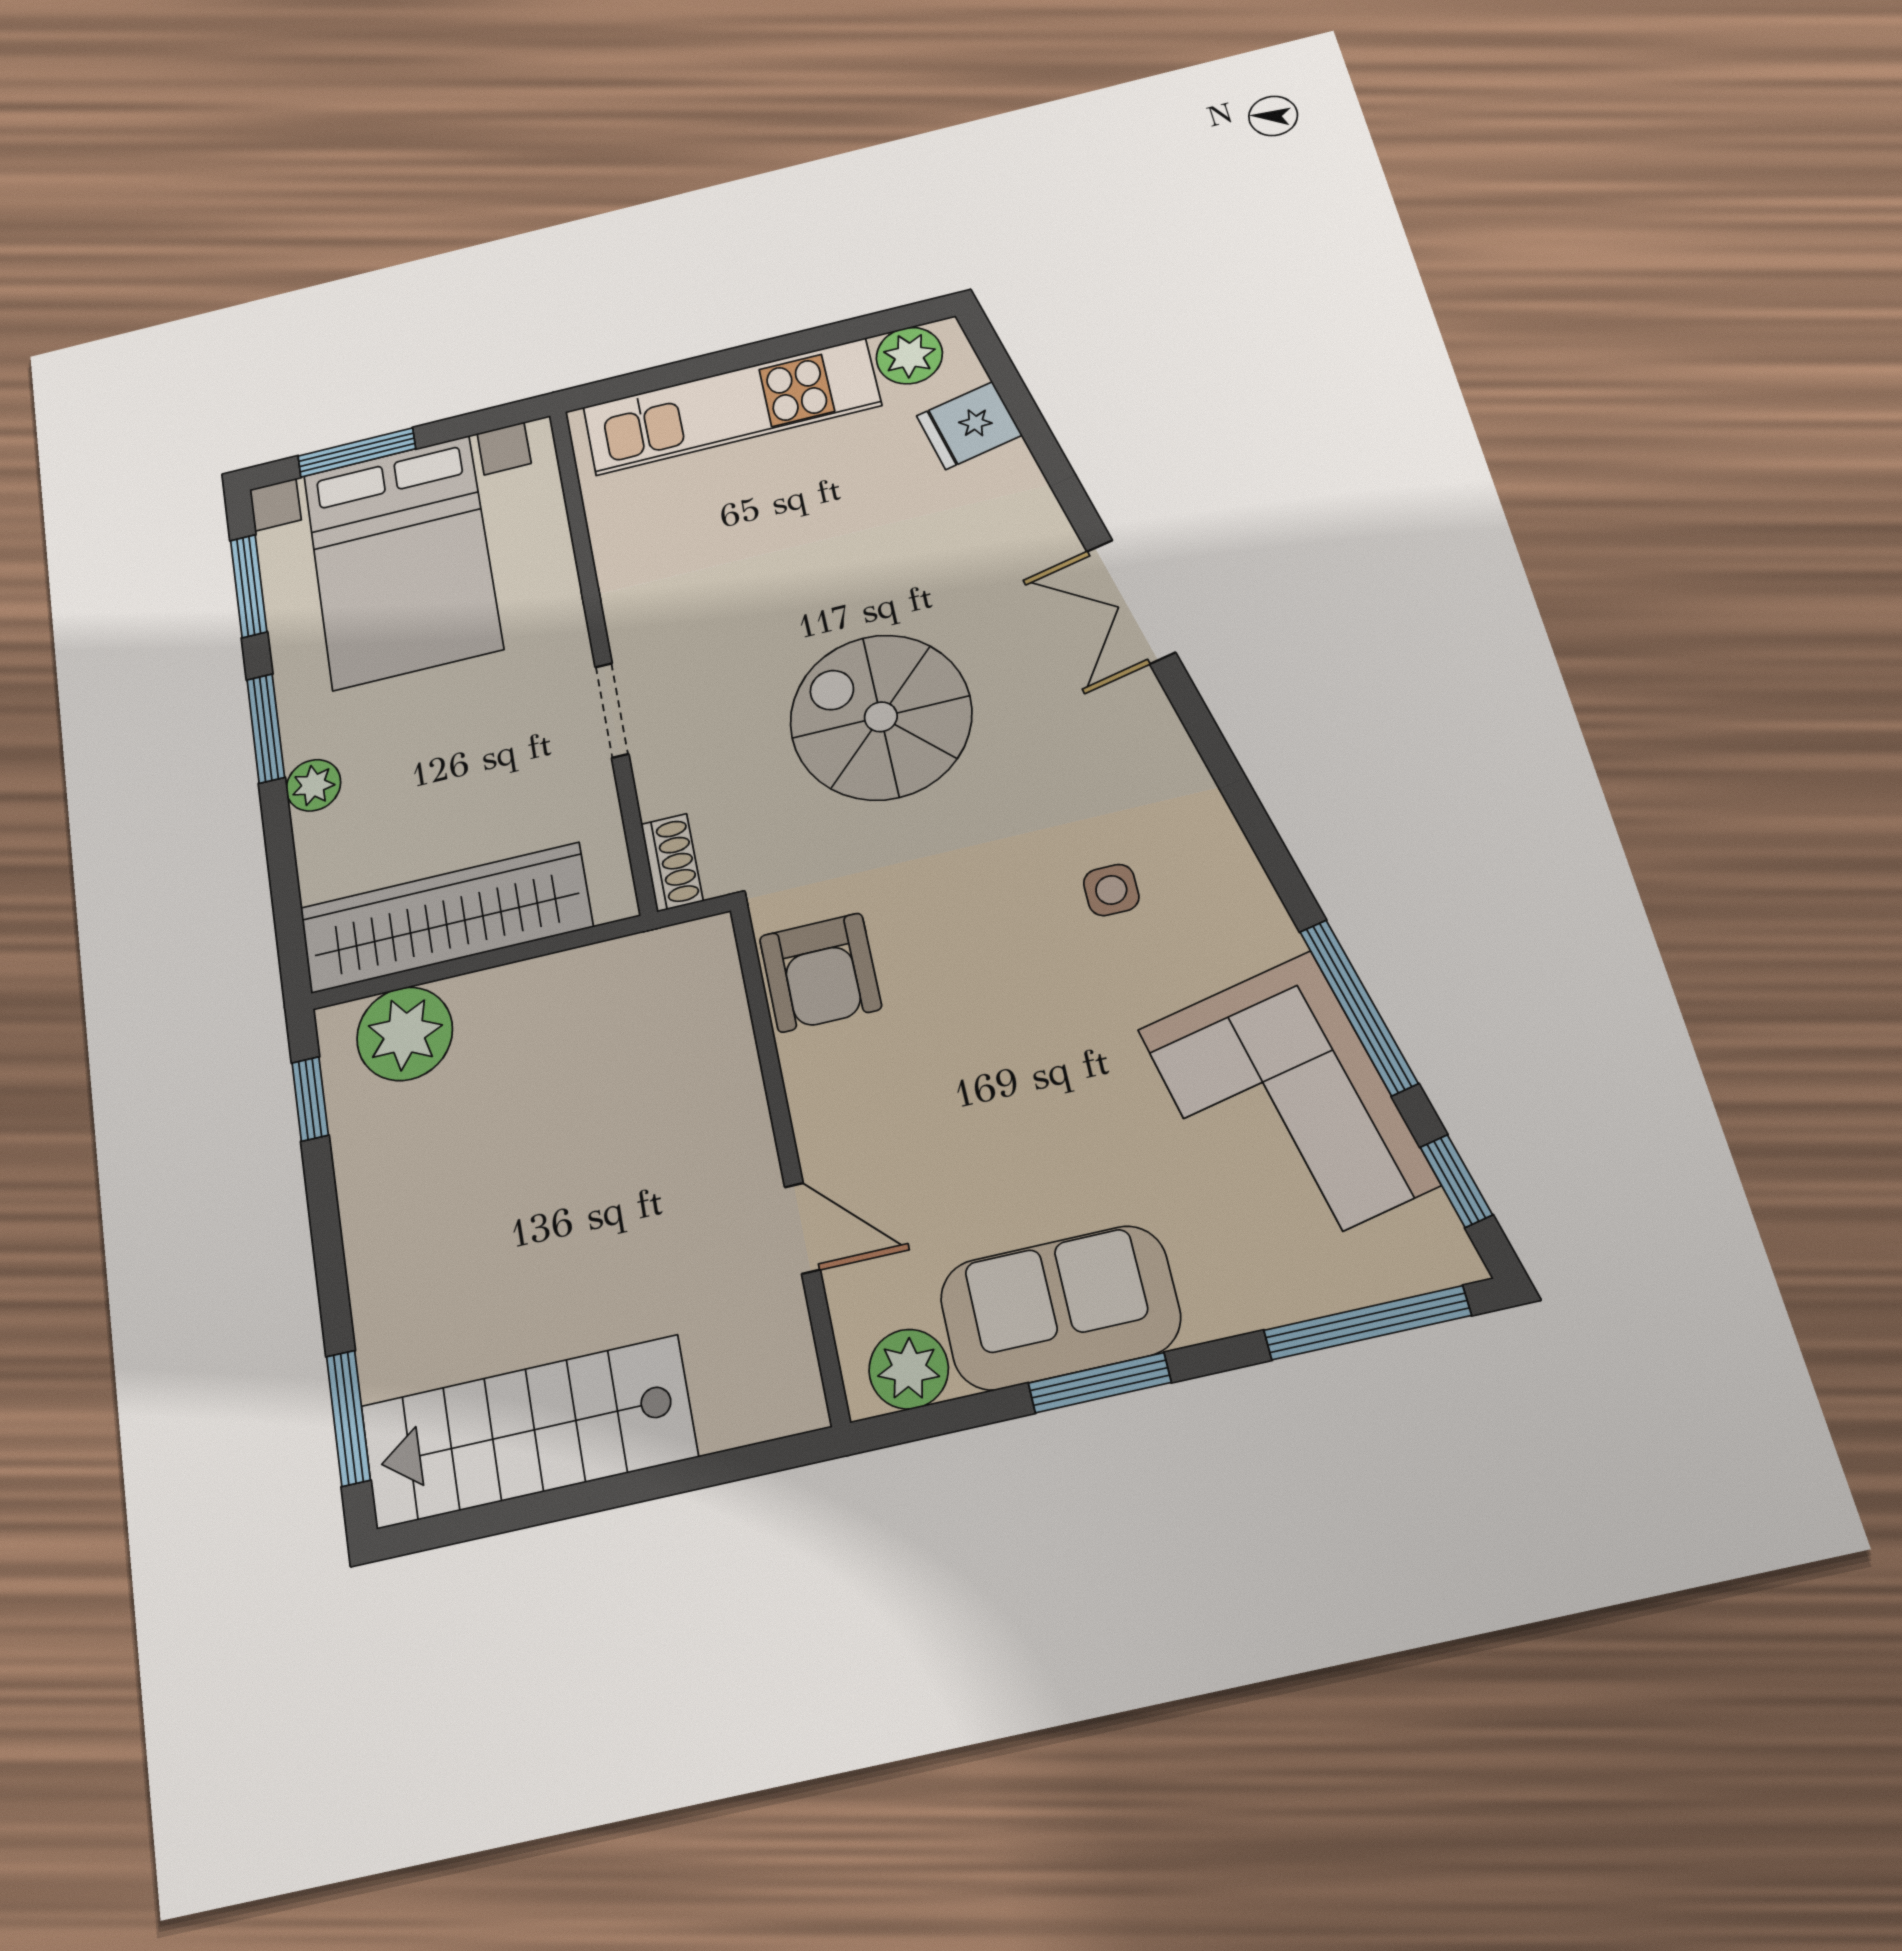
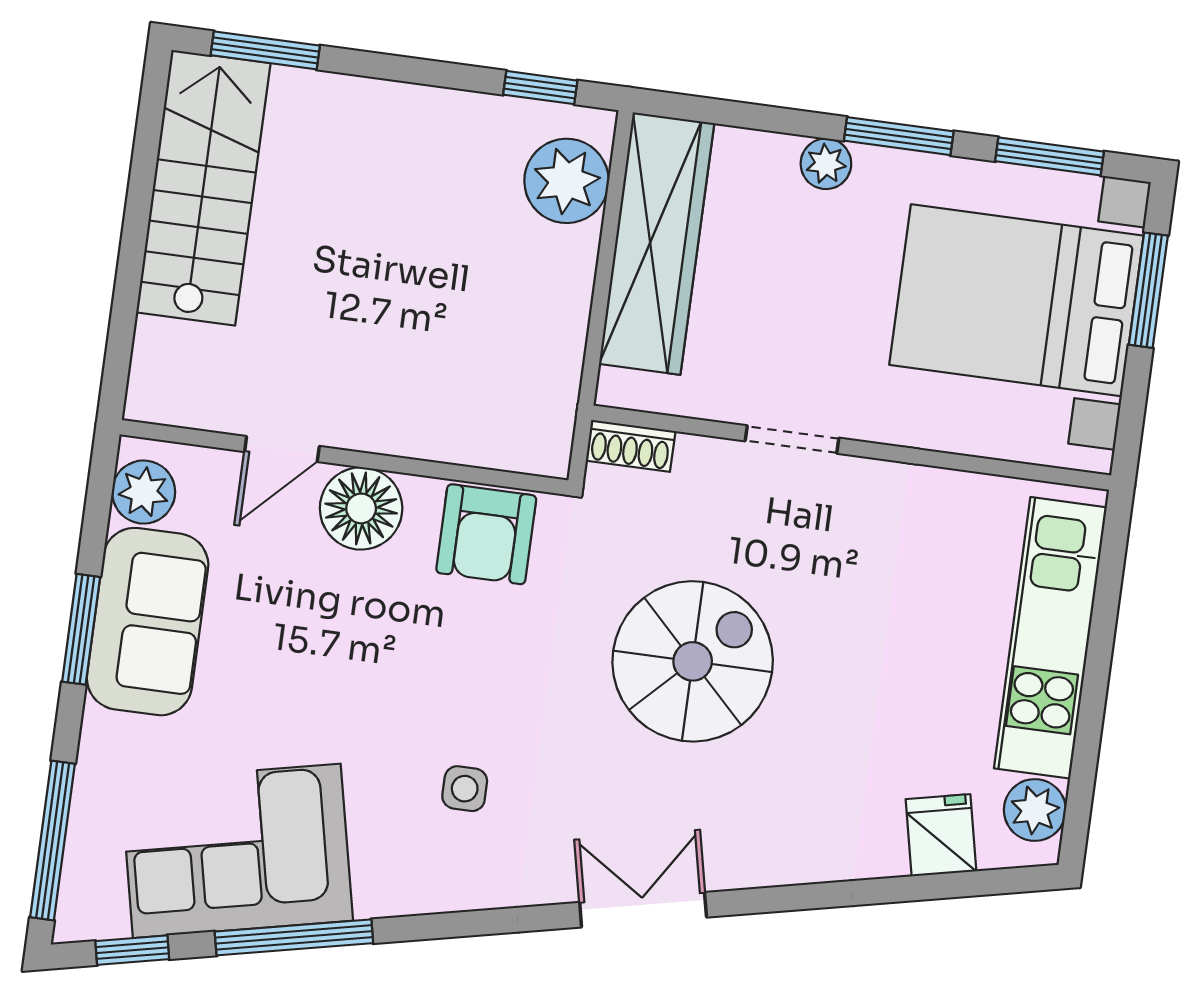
double door: (1131, 601) -> (643, 910), moved
armchair: (820, 972) -> (486, 534), turned -90
floor lamp: (839, 1116) -> (361, 508), added

